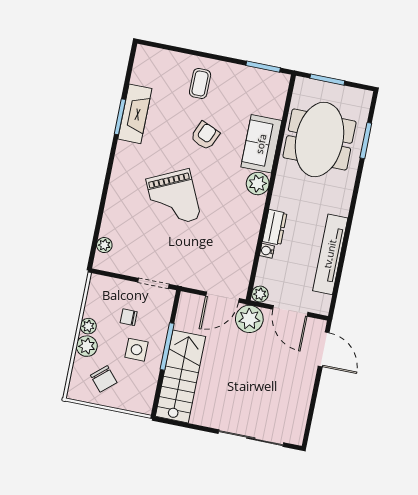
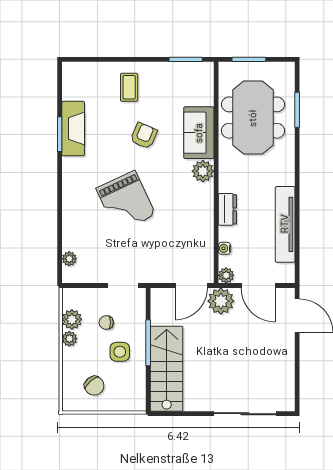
water cooler: (267, 251) -> (224, 248), moved
plant: (87, 346) -> (72, 319), moved

